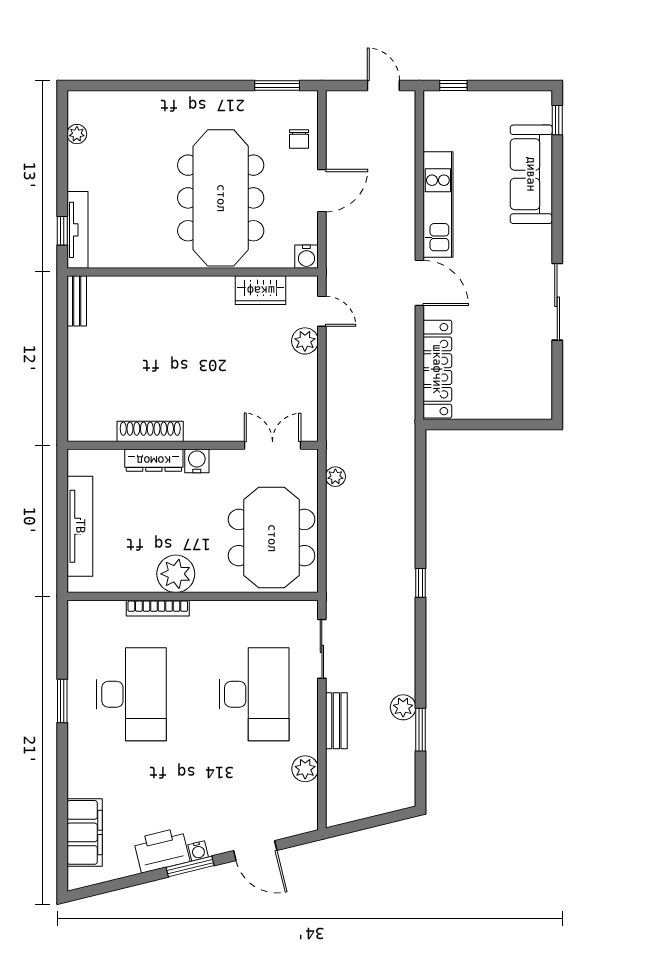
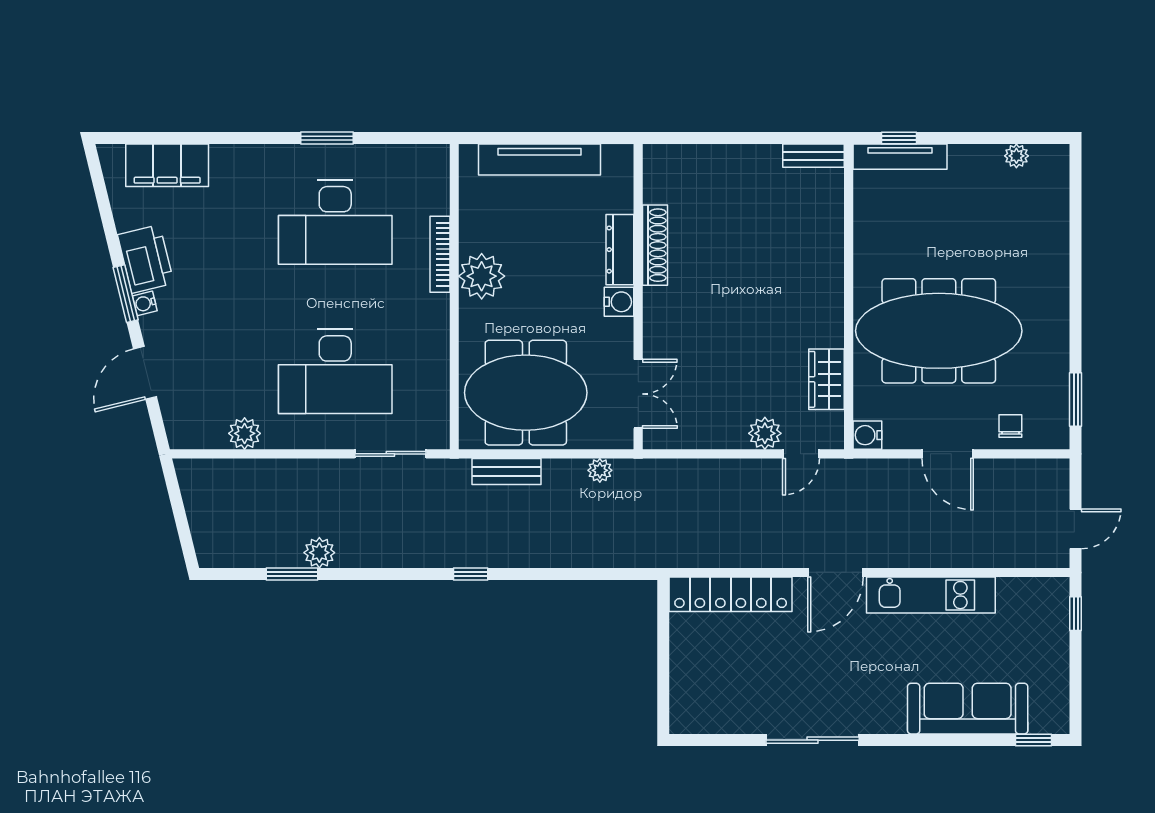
chair: (299, 139) -> (1010, 426), turned 90
bench: (336, 721) -> (506, 471), moved

